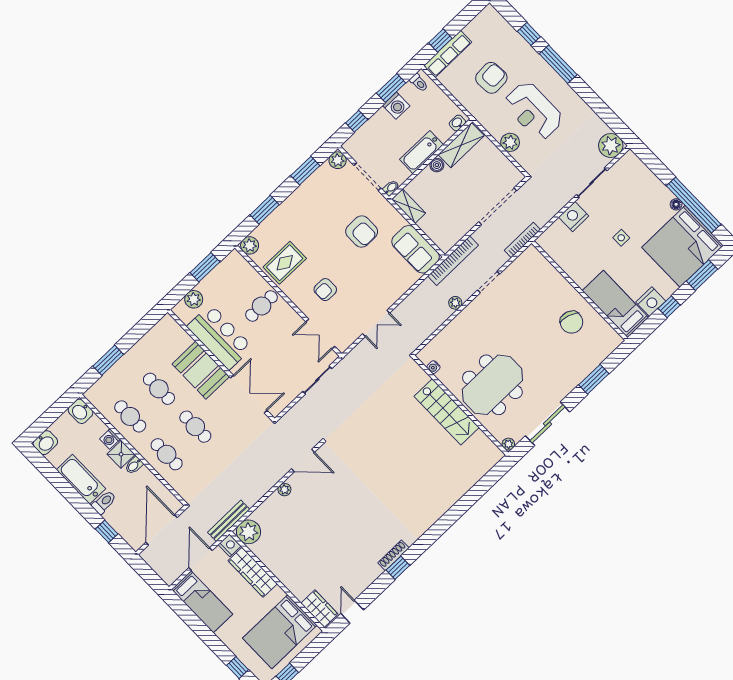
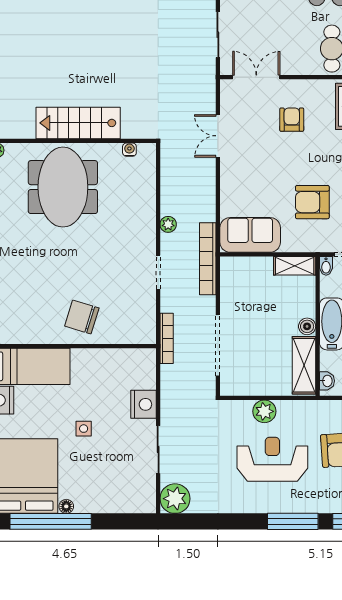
chair: (571, 322) -> (82, 317), moved

